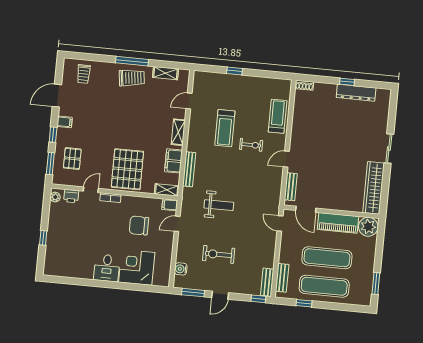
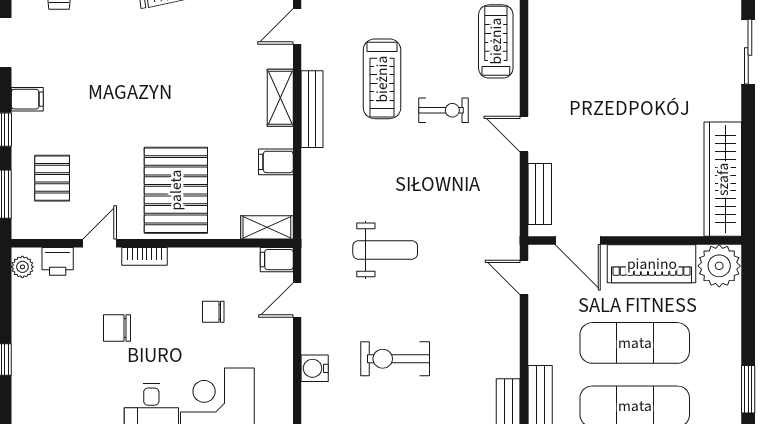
sliding door: (389, 149) -> (748, 52), moved
door: (286, 159) -> (524, 134), hinge flipped
filing cabinet: (174, 161) -> (276, 162), width x0.50
bench: (189, 169) -> (312, 109), moved
chair: (139, 226) -> (213, 312), width x0.54, depth x0.54
chair: (95, 229) -> (117, 328), added
water cooler: (181, 269) -> (315, 368), moved

